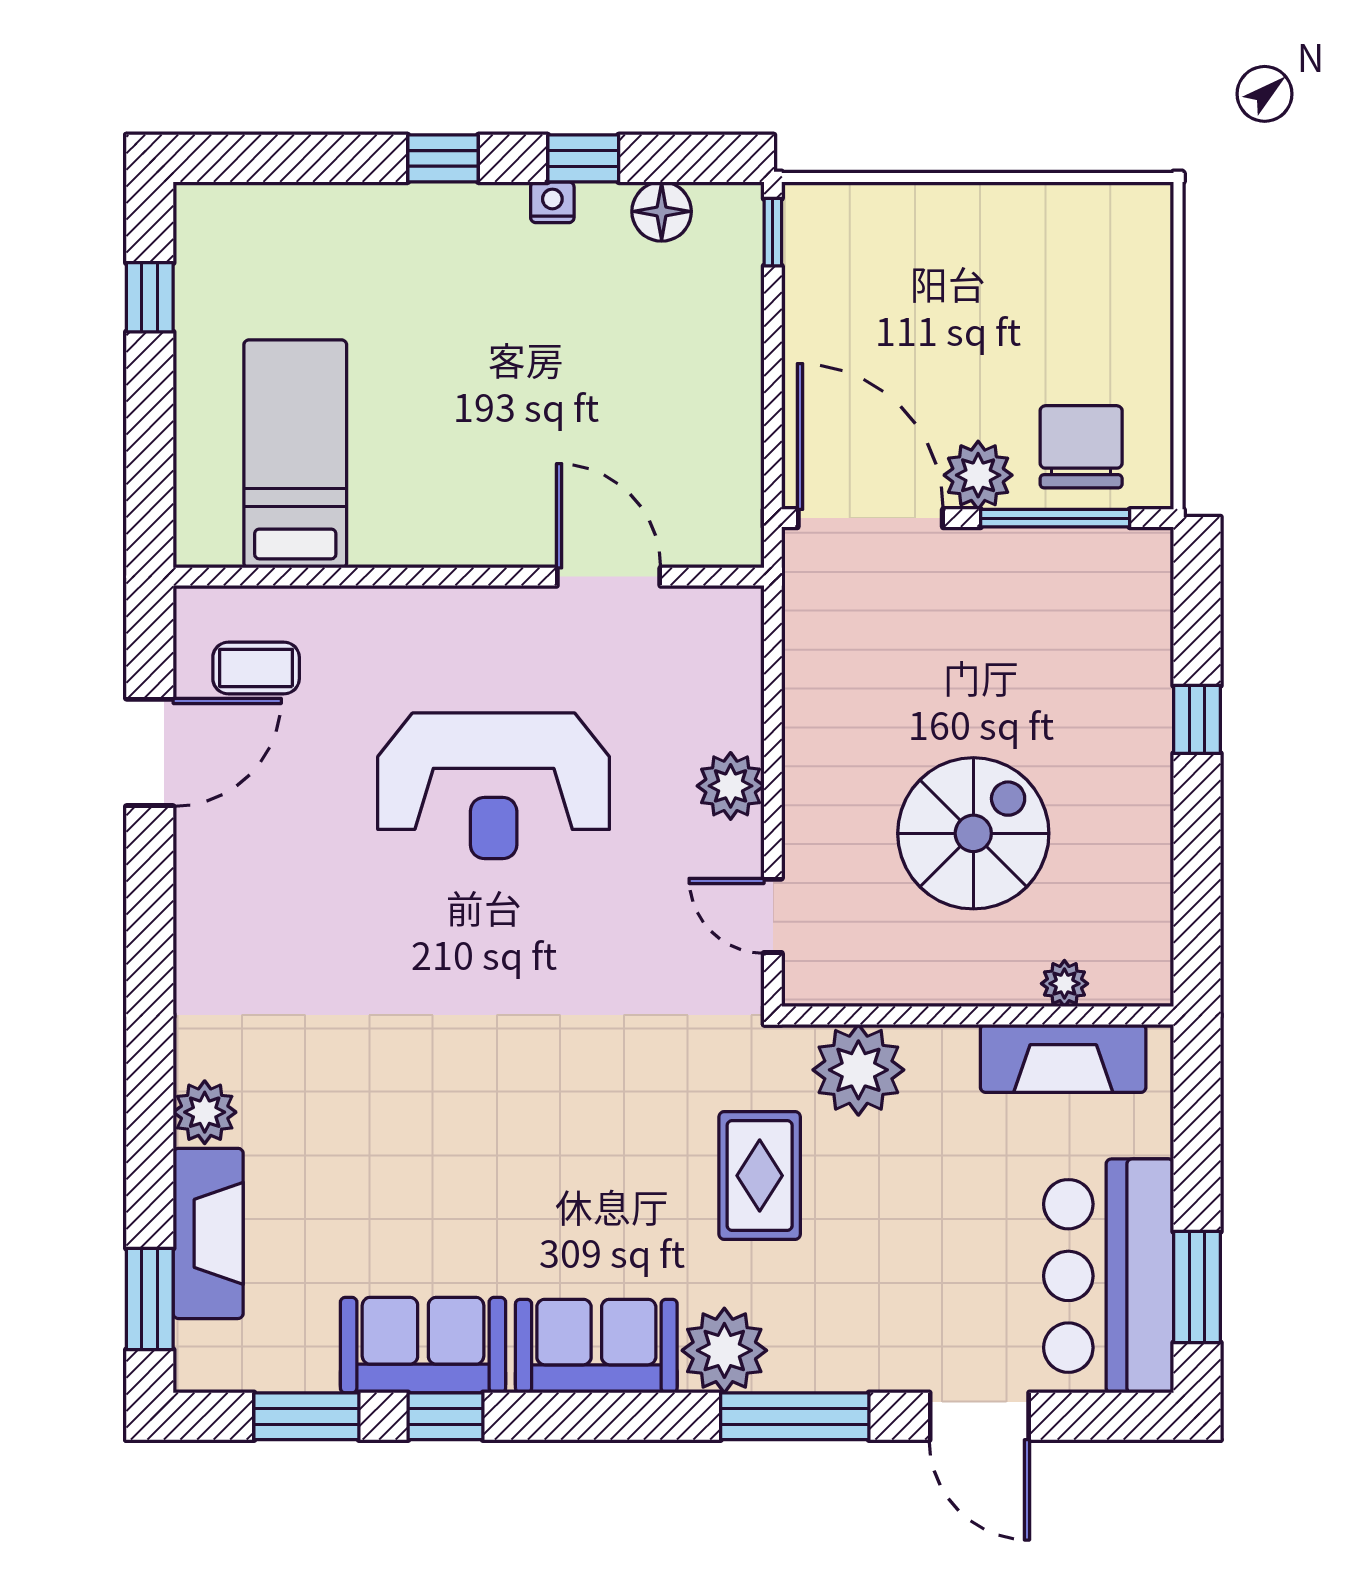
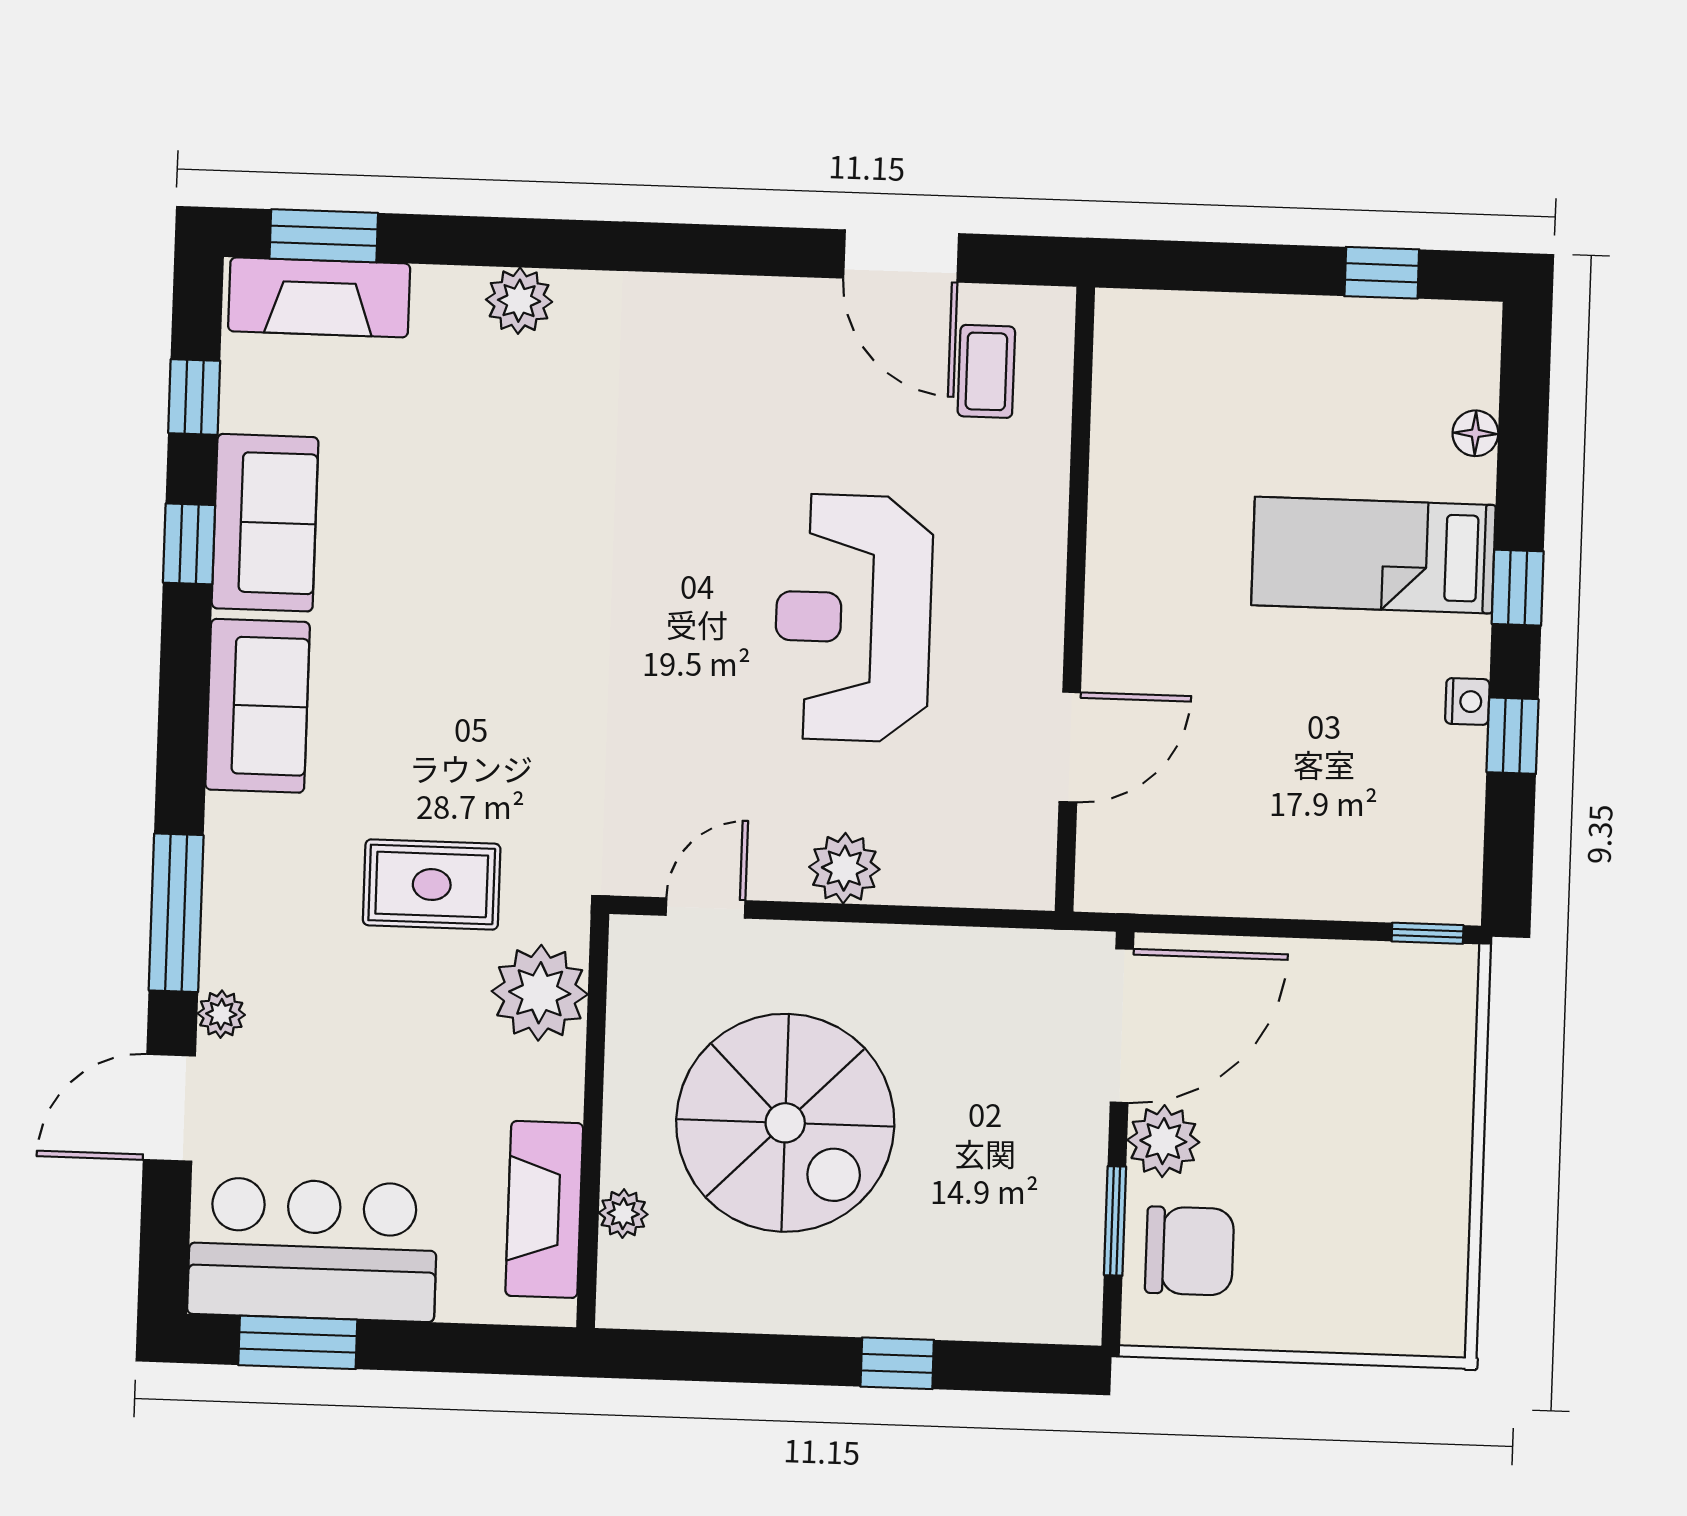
floor lamp: (662, 211) -> (1475, 433), moved, width x0.73, depth x0.73
bed: (295, 454) -> (1373, 555), moved, turned 180
window: (1055, 518) -> (1115, 1221), width x0.69
spiral stairs: (973, 833) -> (785, 1123), width x1.37, depth x1.37
fireplace: (208, 1233) -> (319, 297), moved
plant: (724, 1350) -> (221, 1014), moved, width x0.53, depth x0.53
window: (306, 1416) -> (194, 397), width x0.67

